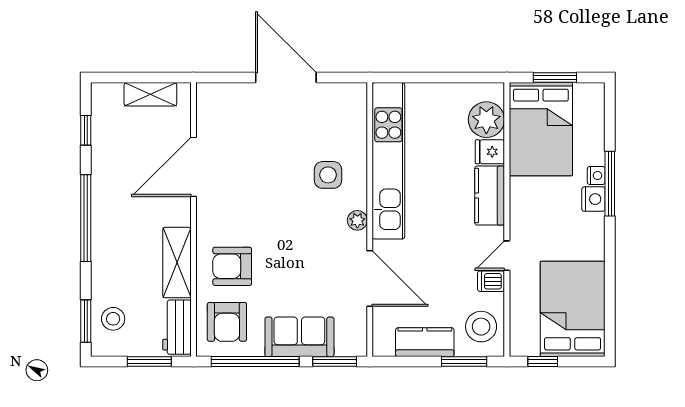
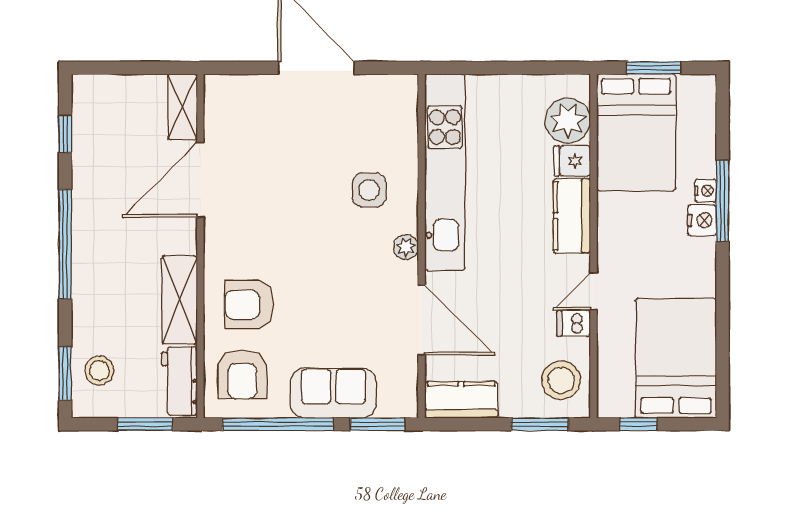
shelving: (150, 94) -> (183, 107), moved, turned 90
kitchen counter: (425, 342) -> (461, 400), moved

